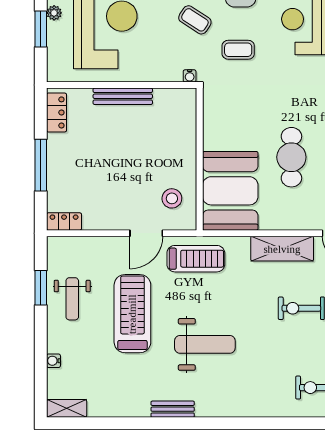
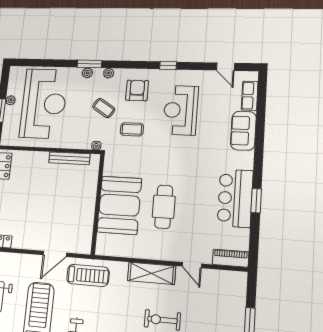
bench: (123, 96) -> (69, 158), moved
booth: (230, 191) -> (119, 205), moved
stool: (172, 198) -> (75, 230), removed

